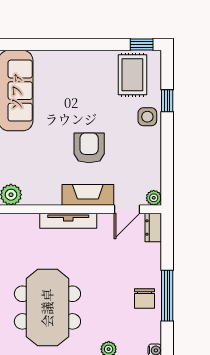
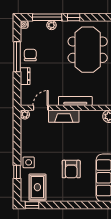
armchair: (89, 148) -> (71, 169), moved
dresser: (153, 228) -> (25, 76), moved

